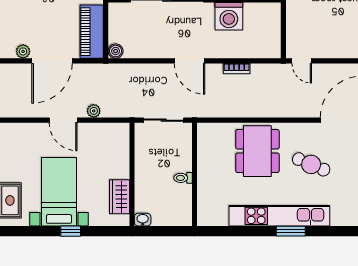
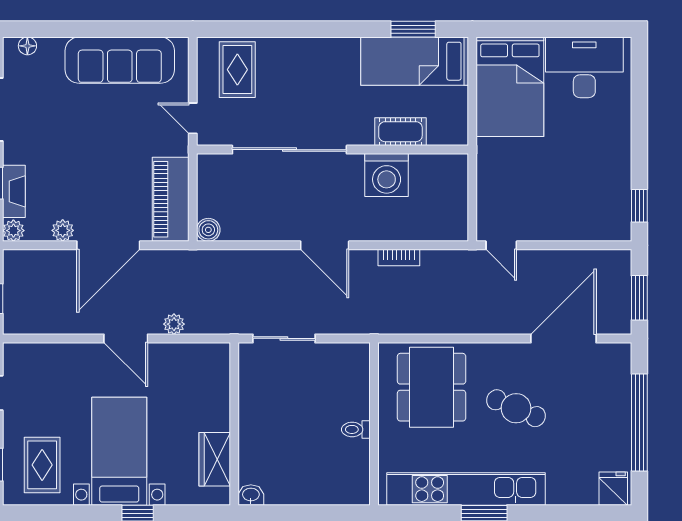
wall: (195, 174) -> (374, 424), moved
toilet: (183, 178) -> (356, 429), moved

